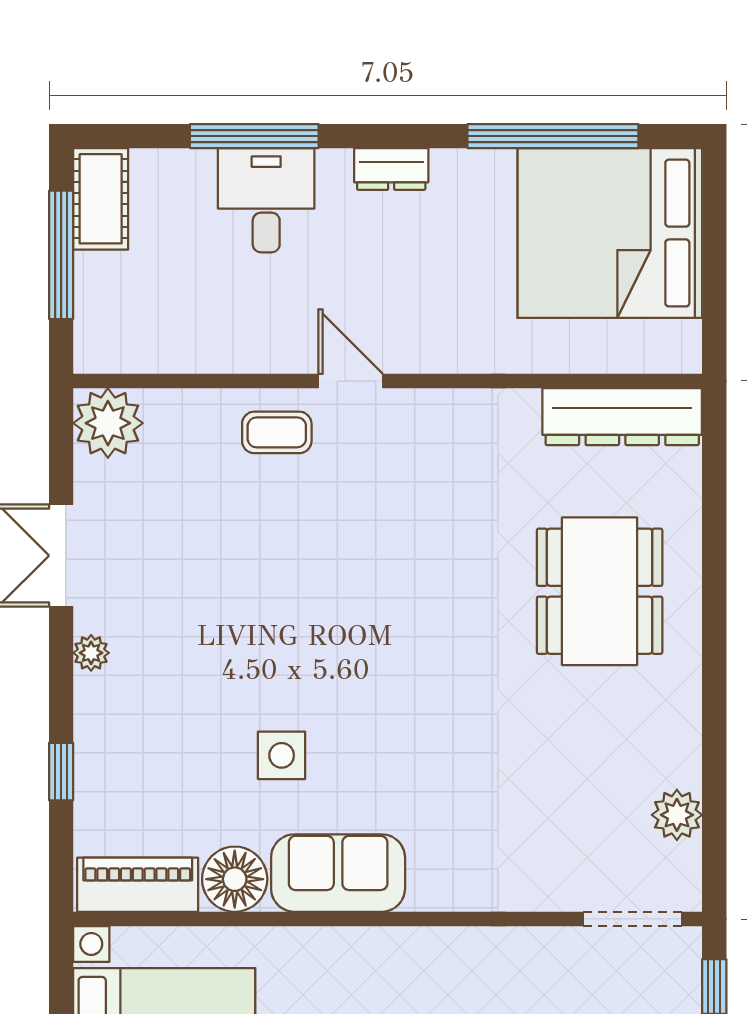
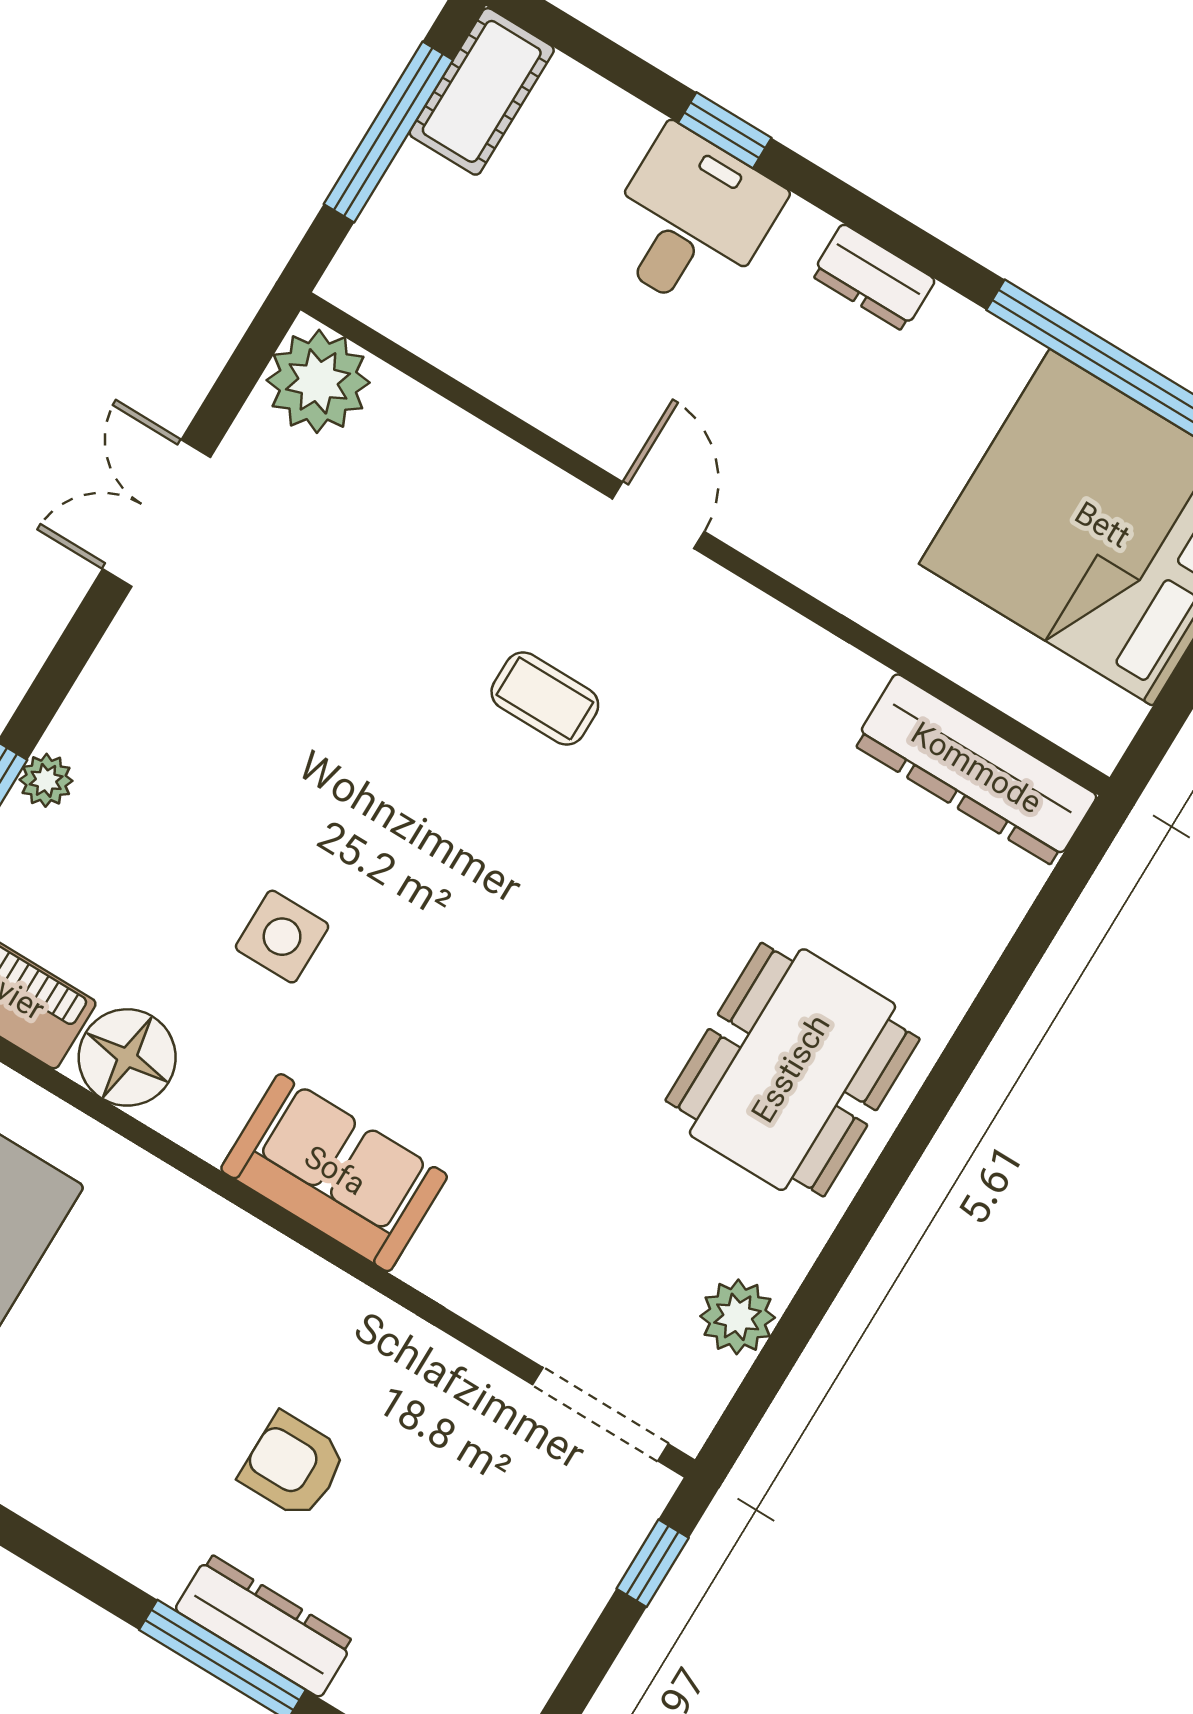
window: (254, 136) -> (725, 130), width x0.46
coffee table: (277, 432) -> (545, 698), moved
dining table: (600, 591) -> (793, 1070), moved
plant: (91, 653) -> (46, 780), moved
sofa: (338, 873) -> (334, 1173), moved

